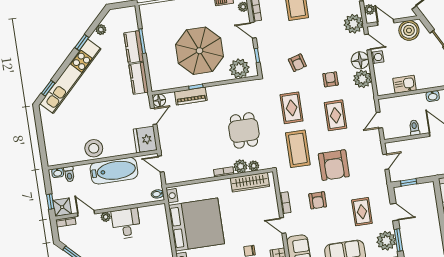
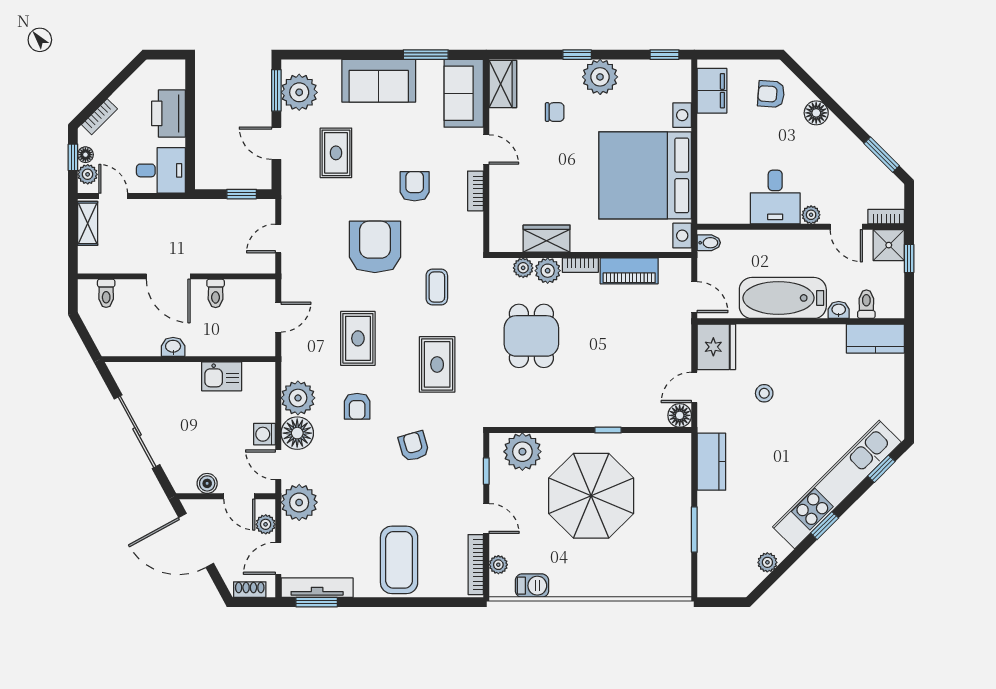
boiler: (409, 30) -> (207, 483), width x0.54, depth x0.54
window: (82, 42) -> (825, 526), moved
kitchen counter: (134, 47) -> (875, 339), moved, turned 90
piano: (191, 96) -> (629, 271), moved, turned 180
stool: (94, 148) -> (764, 393), moved, width x0.53, depth x0.53
coffee table: (298, 149) -> (437, 287), width x0.54, depth x0.58
washbasin: (58, 173) -> (839, 310), moved
wardrobe: (250, 182) -> (547, 239), width x0.67

